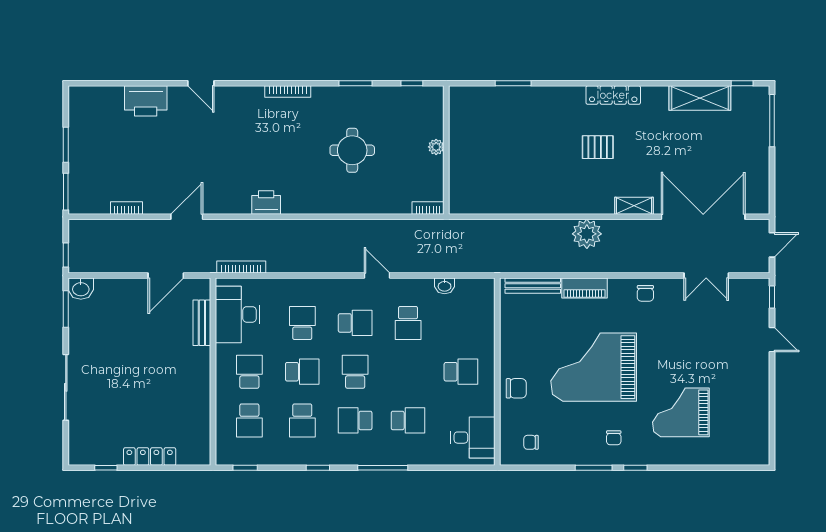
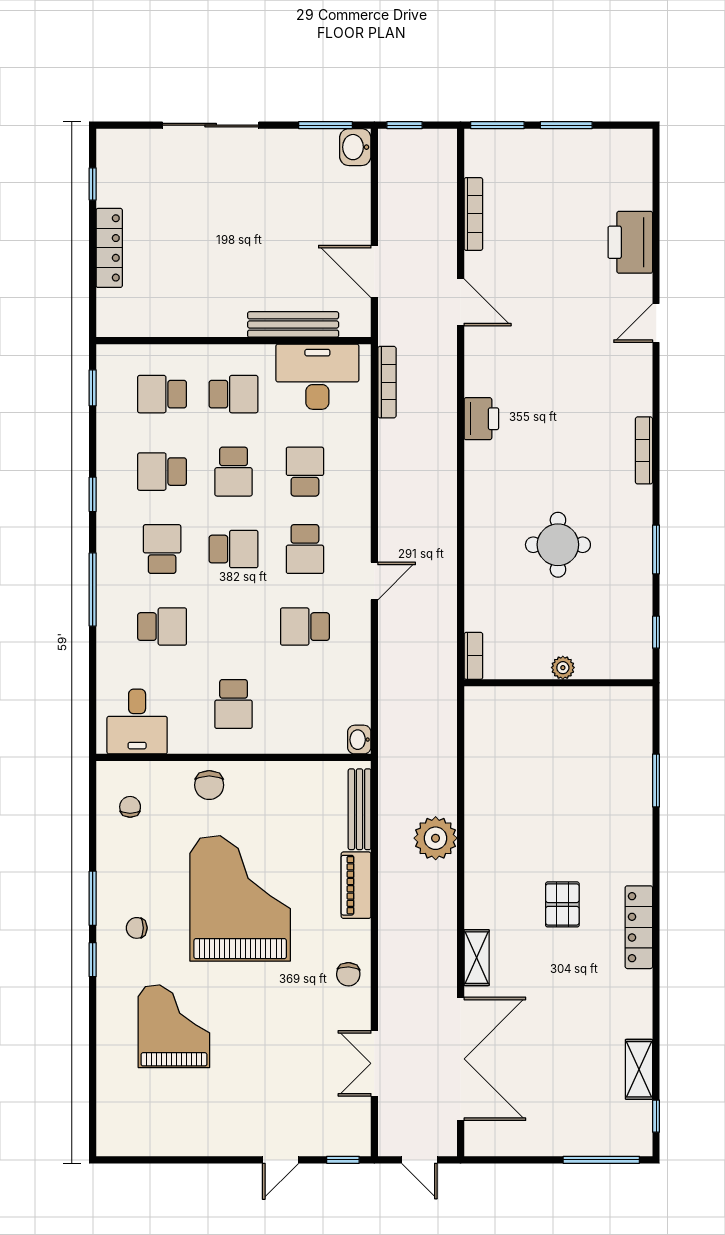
shelving: (700, 98) -> (639, 1069), width x0.67, depth x0.75
bookcase: (126, 208) -> (473, 214), width x1.56
plant: (587, 234) -> (436, 838), moved
washbasin: (445, 286) -> (359, 740), moved
chair: (645, 293) -> (348, 974), turned -87
bench: (202, 323) -> (293, 324), width x1.36
school desk: (302, 323) -> (305, 472), turned -90
school desk: (408, 420) -> (162, 627), turned -90

